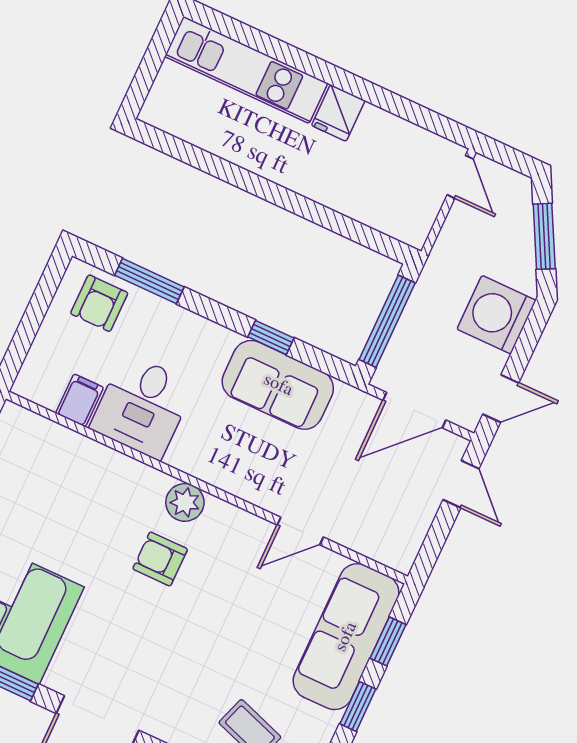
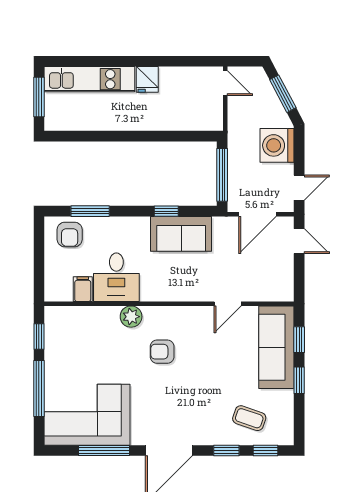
window: (152, 61) -> (39, 97), added
plant: (185, 502) -> (131, 317), moved

